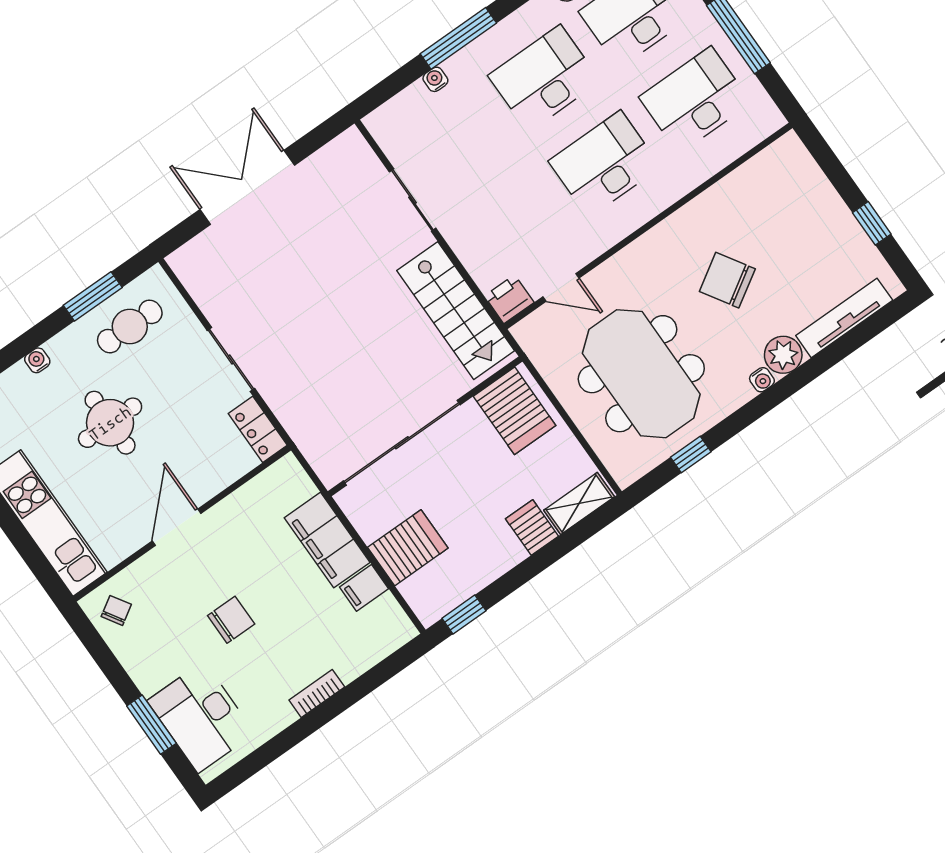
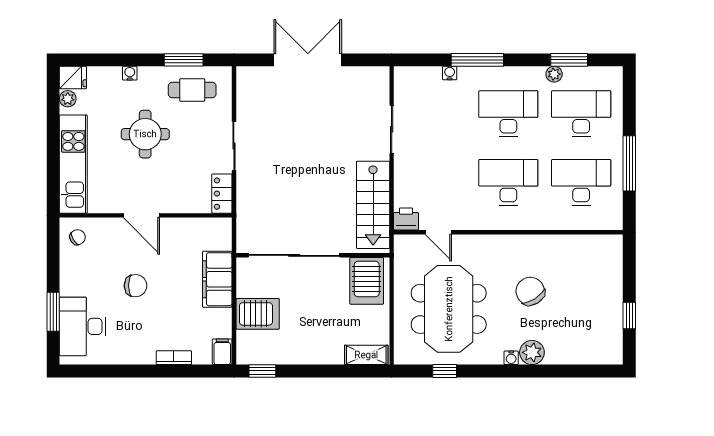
tv unit: (844, 318) -> (579, 356), removed
door: (177, 527) -> (141, 215), swing flipped
server rack: (532, 528) -> (332, 350), removed
filing cabinet: (364, 588) -> (222, 352), moved, turned 90
bookcase: (317, 693) -> (174, 358), moved

